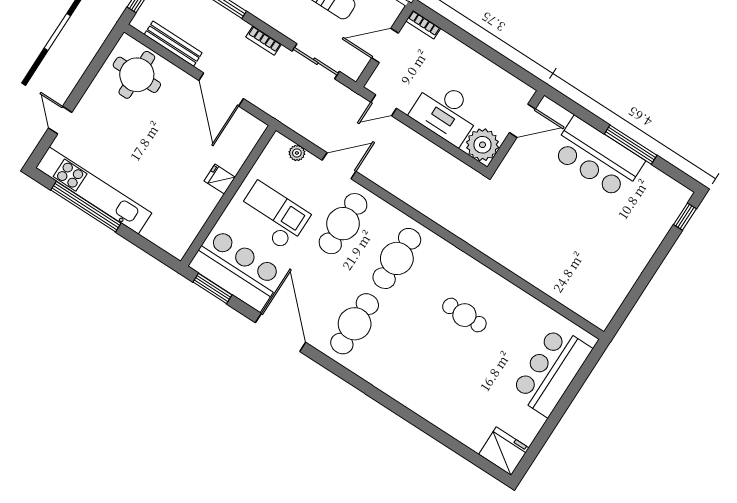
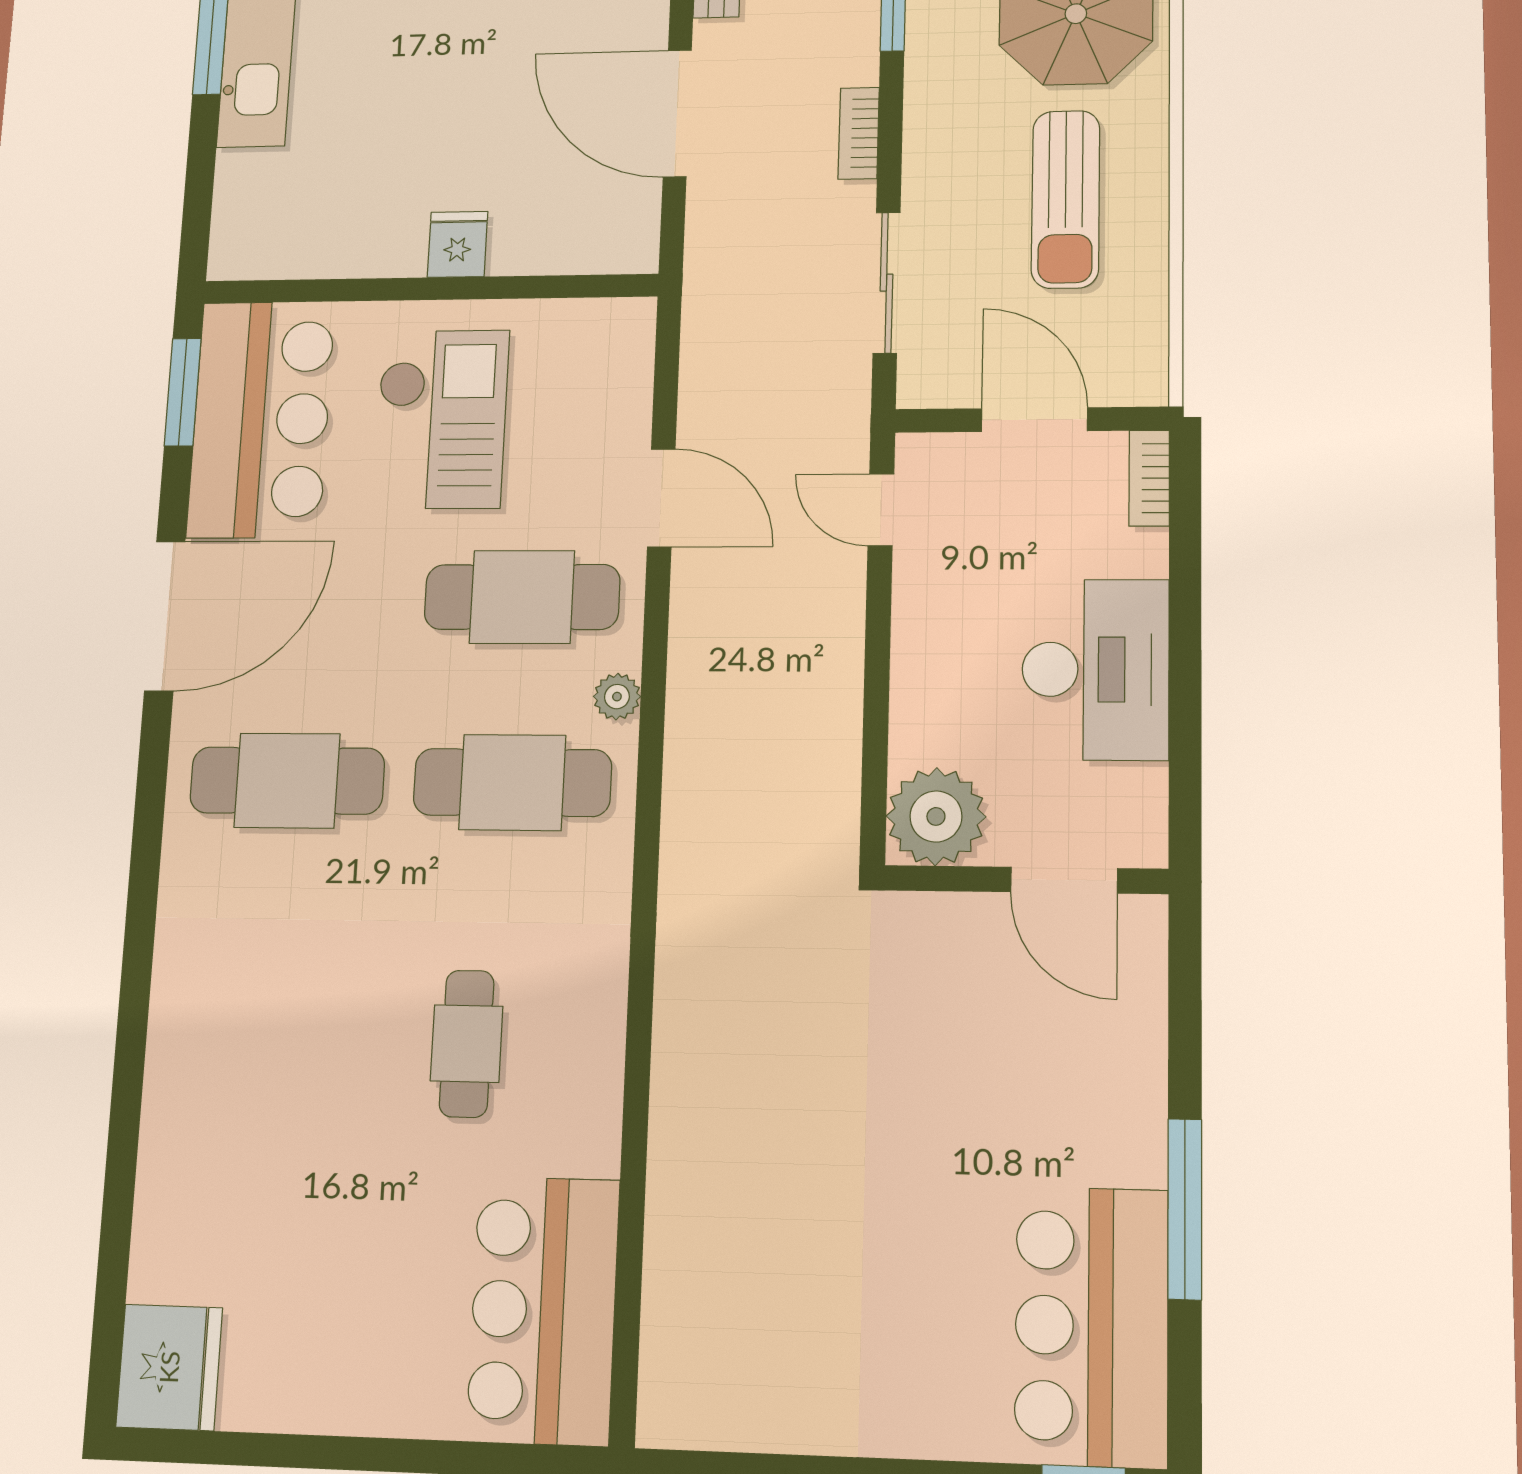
door: (221, 89) -> (677, 113), hinge flipped
desk: (446, 112) -> (1095, 669), moved, turned 180
plant: (297, 153) -> (617, 697), moved
bar counter: (597, 157) -> (1091, 1326), moved
bar counter: (551, 371) -> (543, 1310), moved, turned -90

